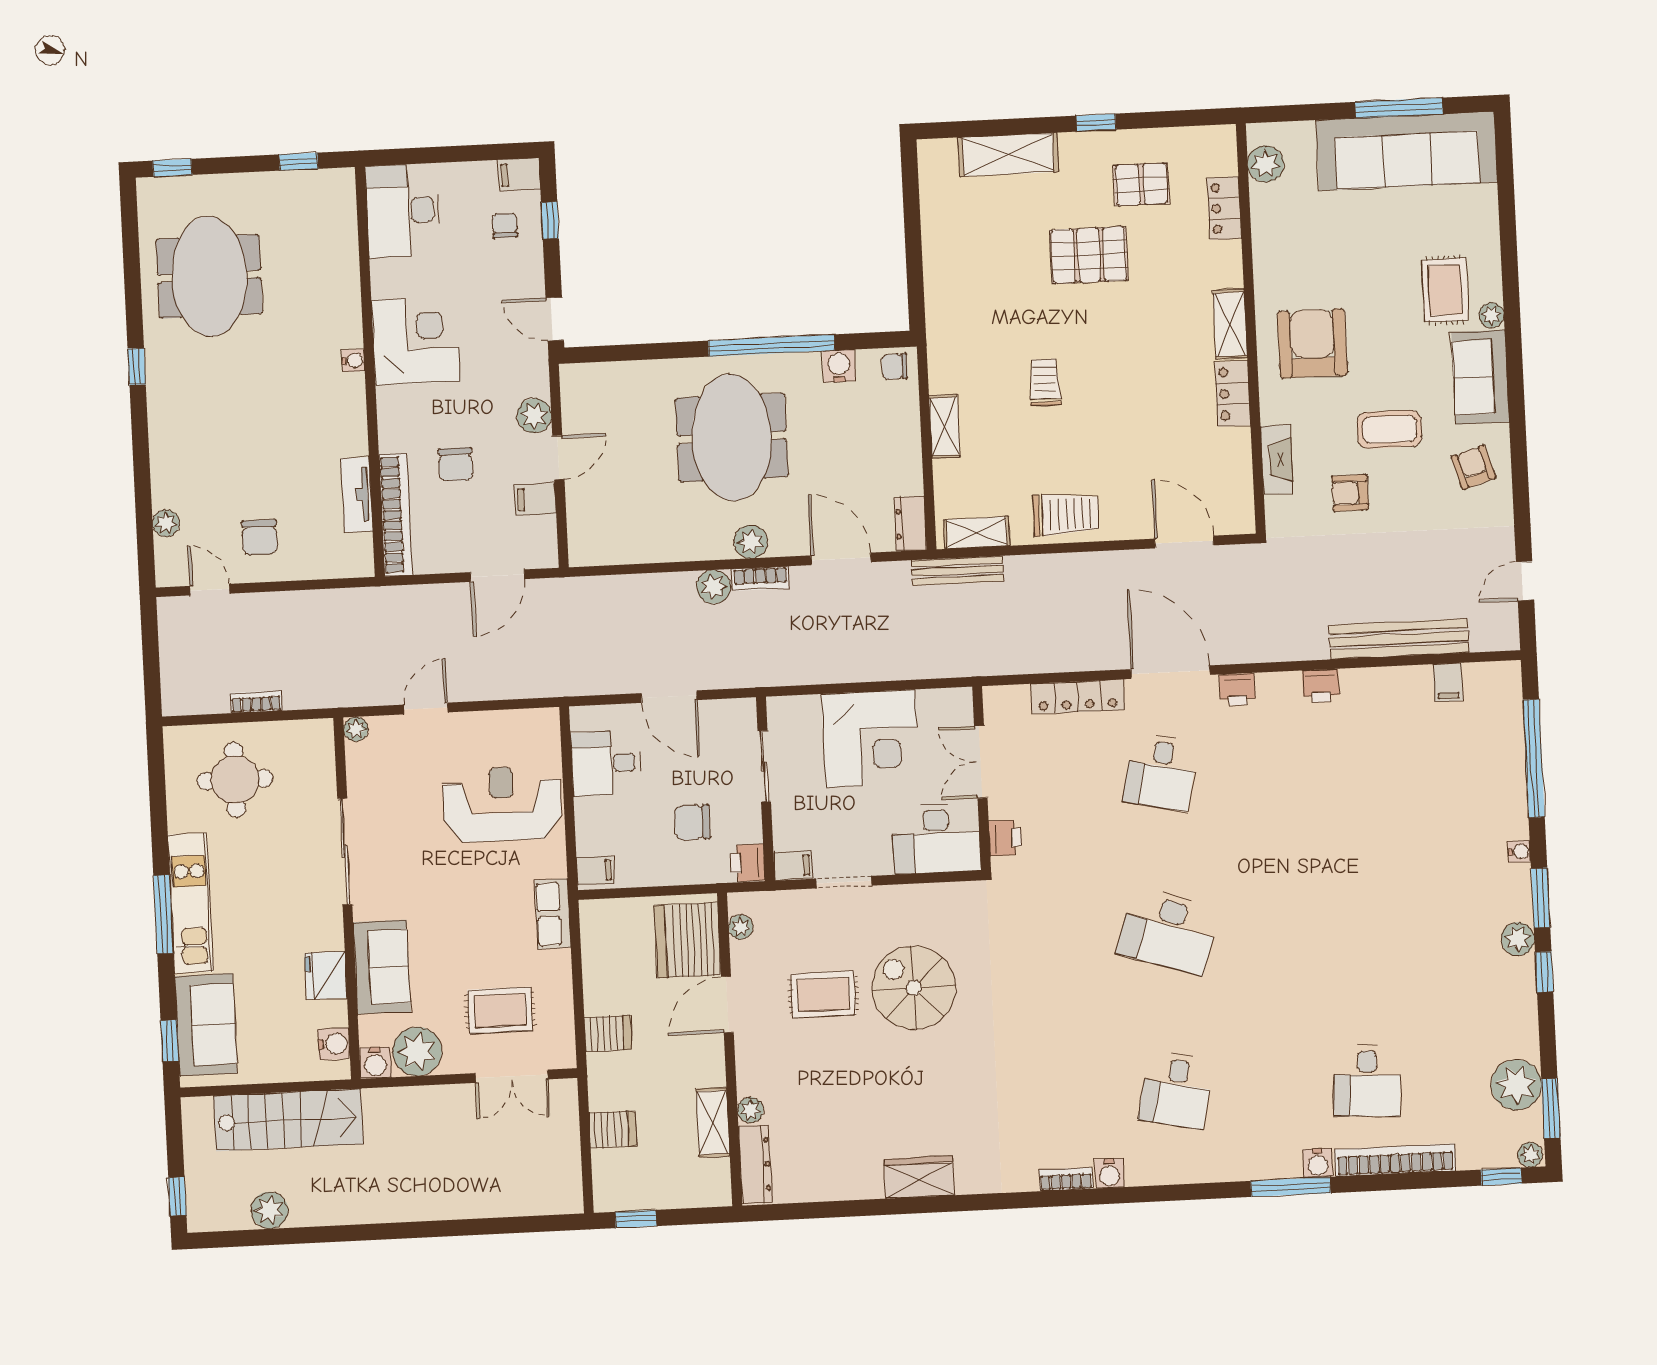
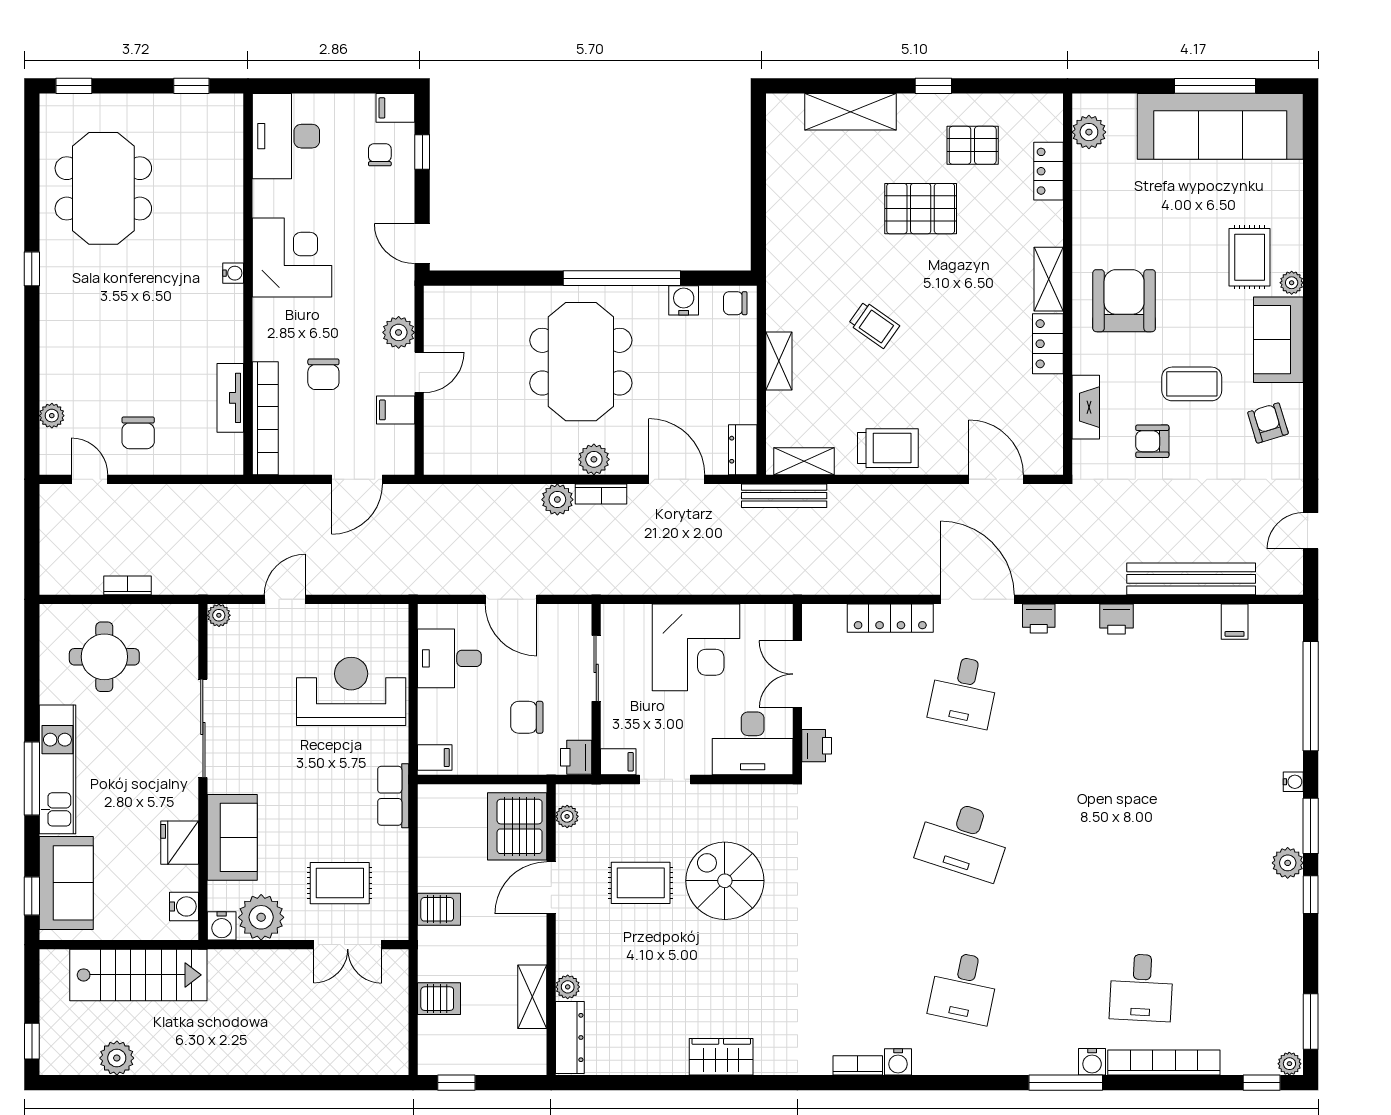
trolley: (1045, 382) -> (874, 325), turned 125
plant: (1516, 1085) -> (1280, 998), removed

